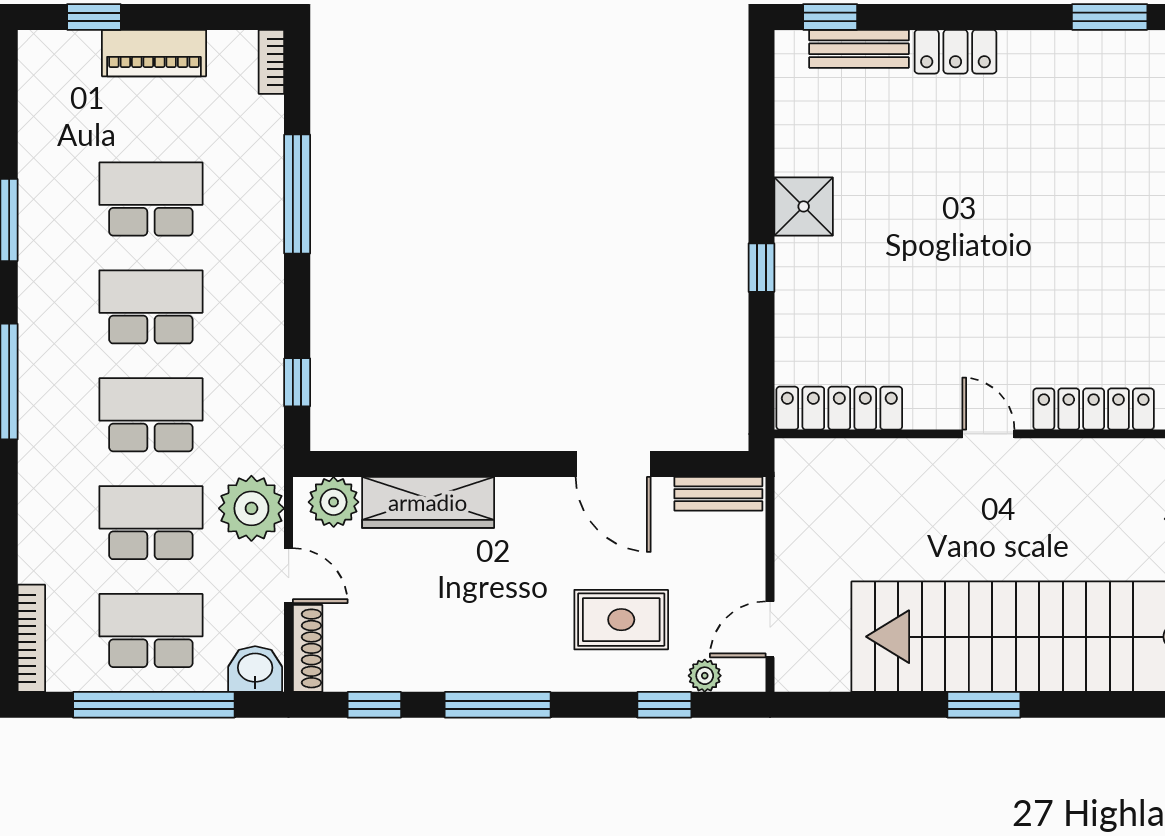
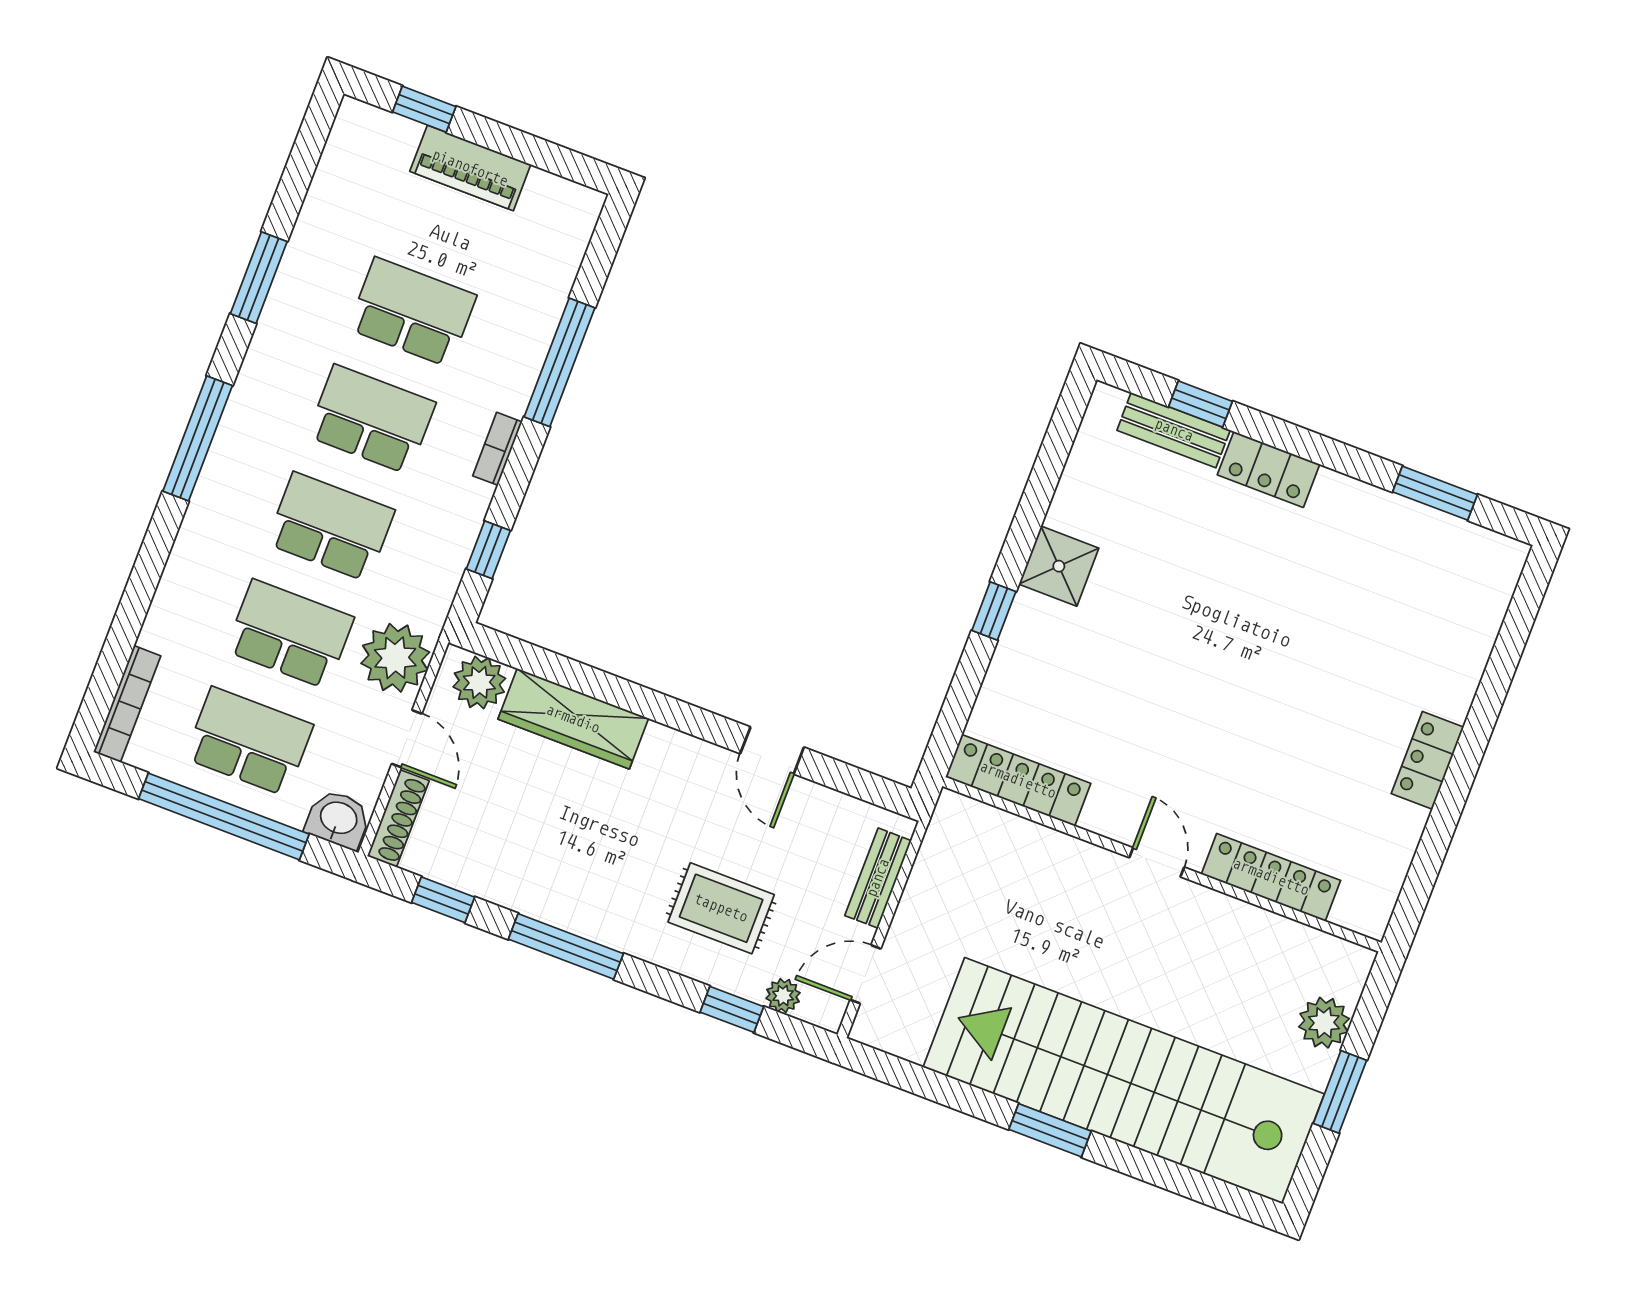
window: (830, 17) -> (1201, 404), moved
bookcase: (271, 62) -> (497, 449), moved
door: (613, 464) -> (772, 750), width x0.73
bench: (718, 494) -> (878, 878), moved, turned 90

